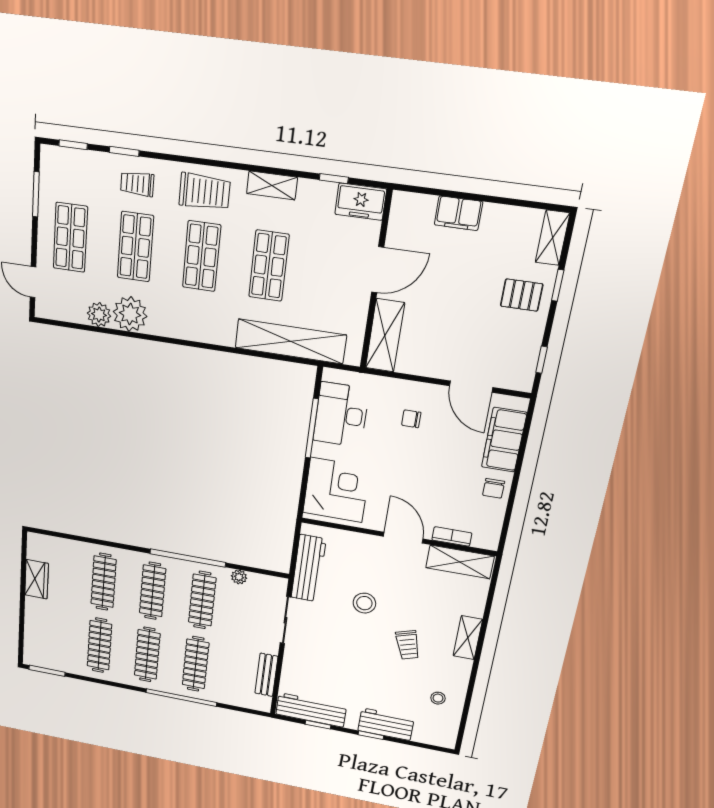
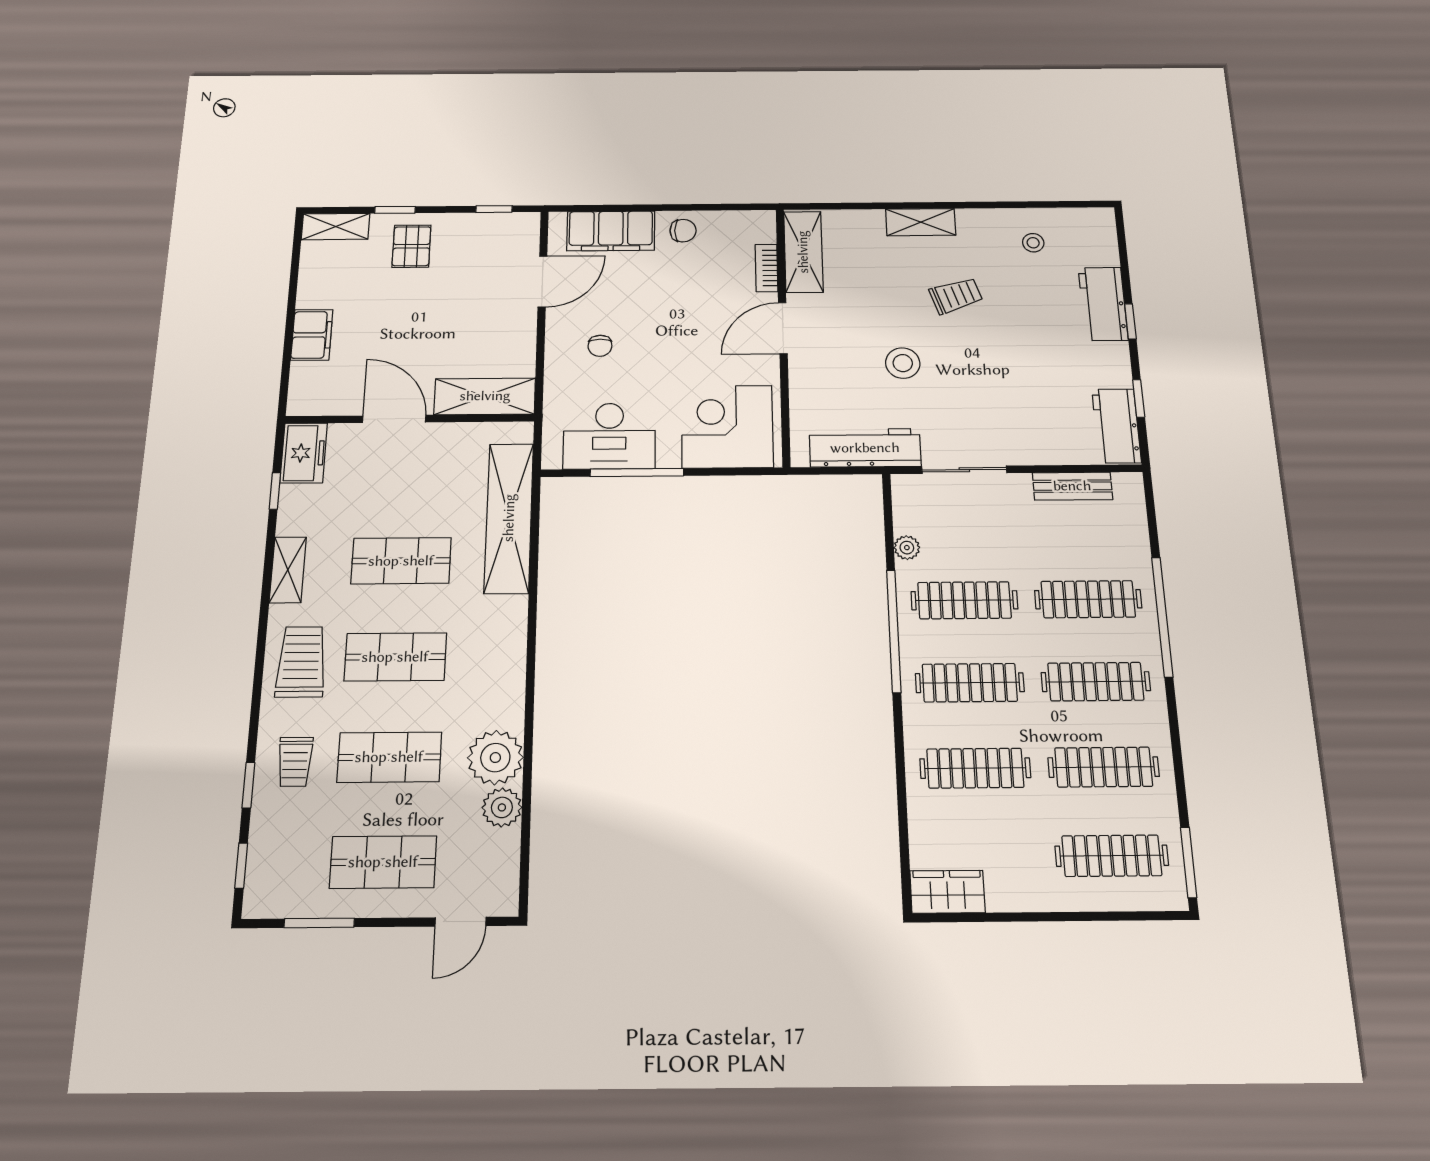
wardrobe: (37, 579) -> (948, 892), moved
clothes rail: (52, 636) -> (1112, 856), added
workbench: (311, 710) -> (1116, 426), width x0.73

